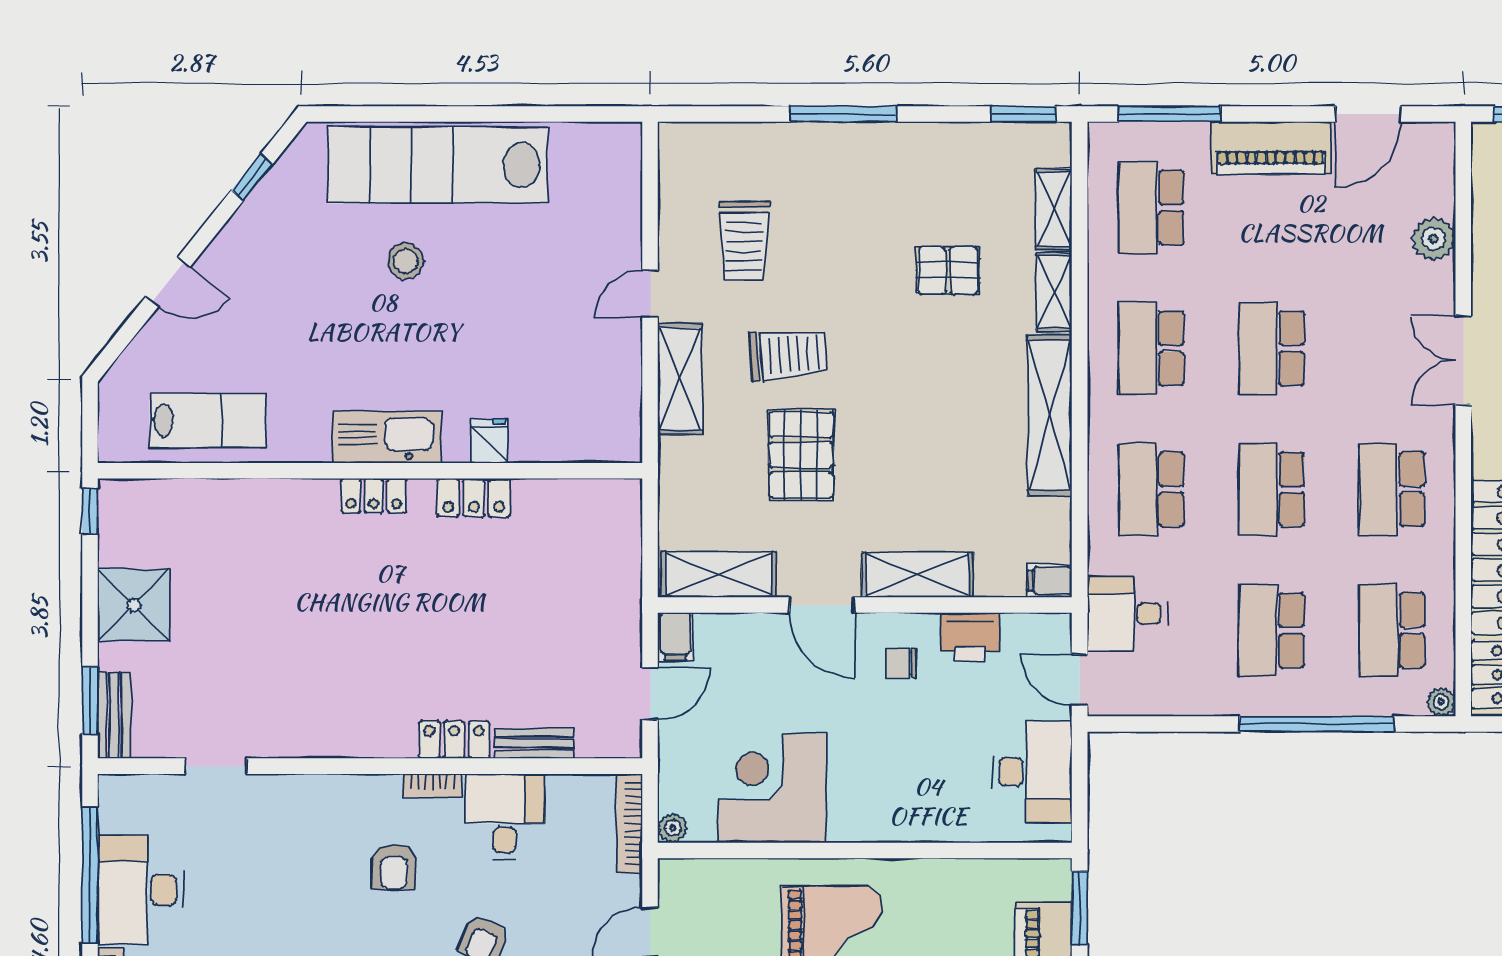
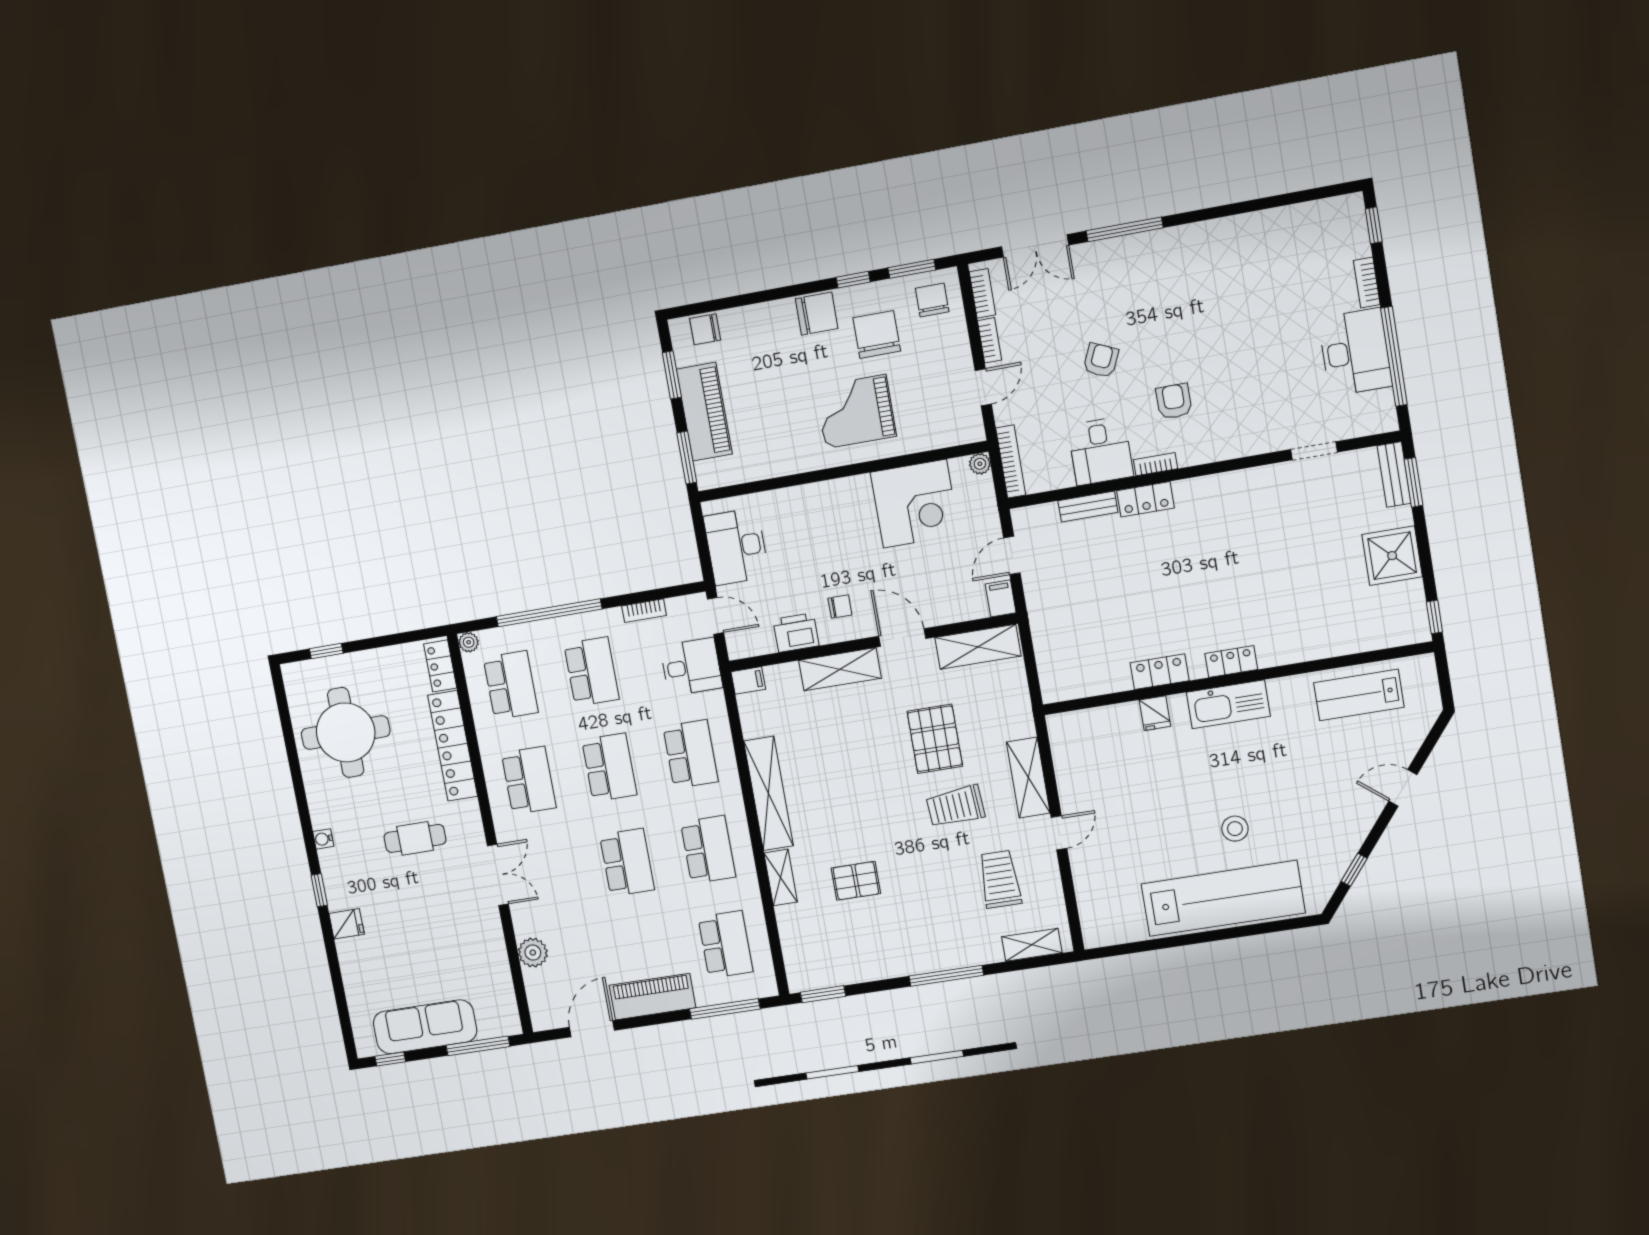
shelving: (1054, 209) -> (1032, 945), moved, turned 90
bookcase: (1180, 704) -> (644, 611), added

